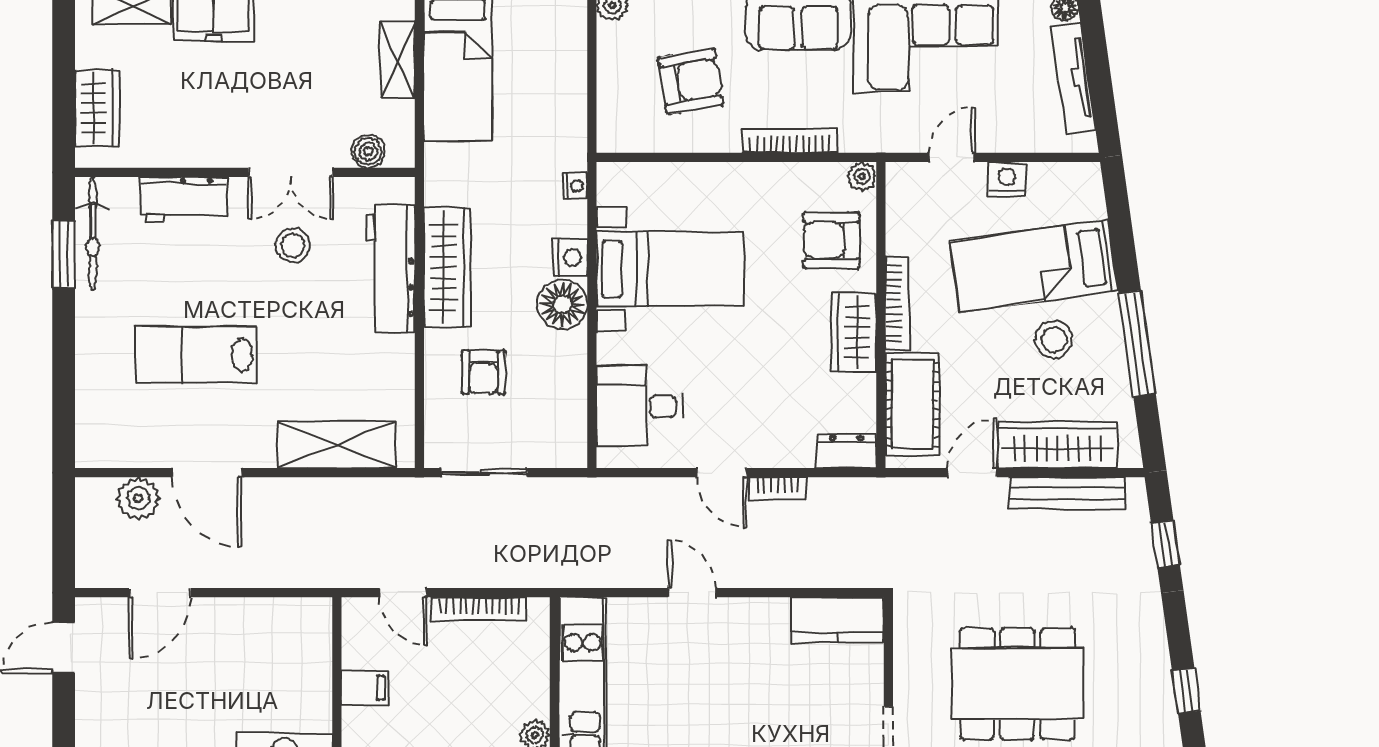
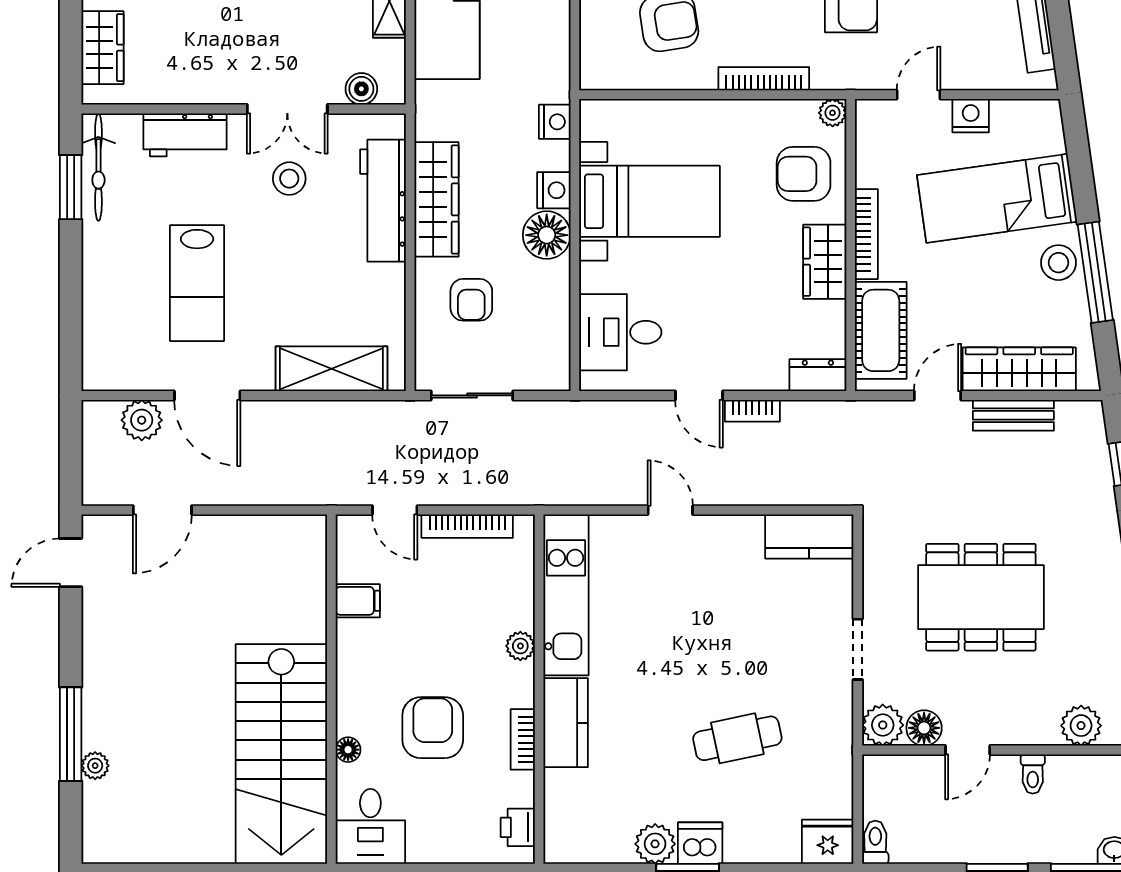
nightstand: (575, 186) -> (555, 122), width x1.39, depth x1.35
stool: (1054, 339) -> (1058, 263), moved
lab bench: (196, 355) -> (197, 283), turned -90
bench: (1067, 493) -> (1013, 415), width x0.73

